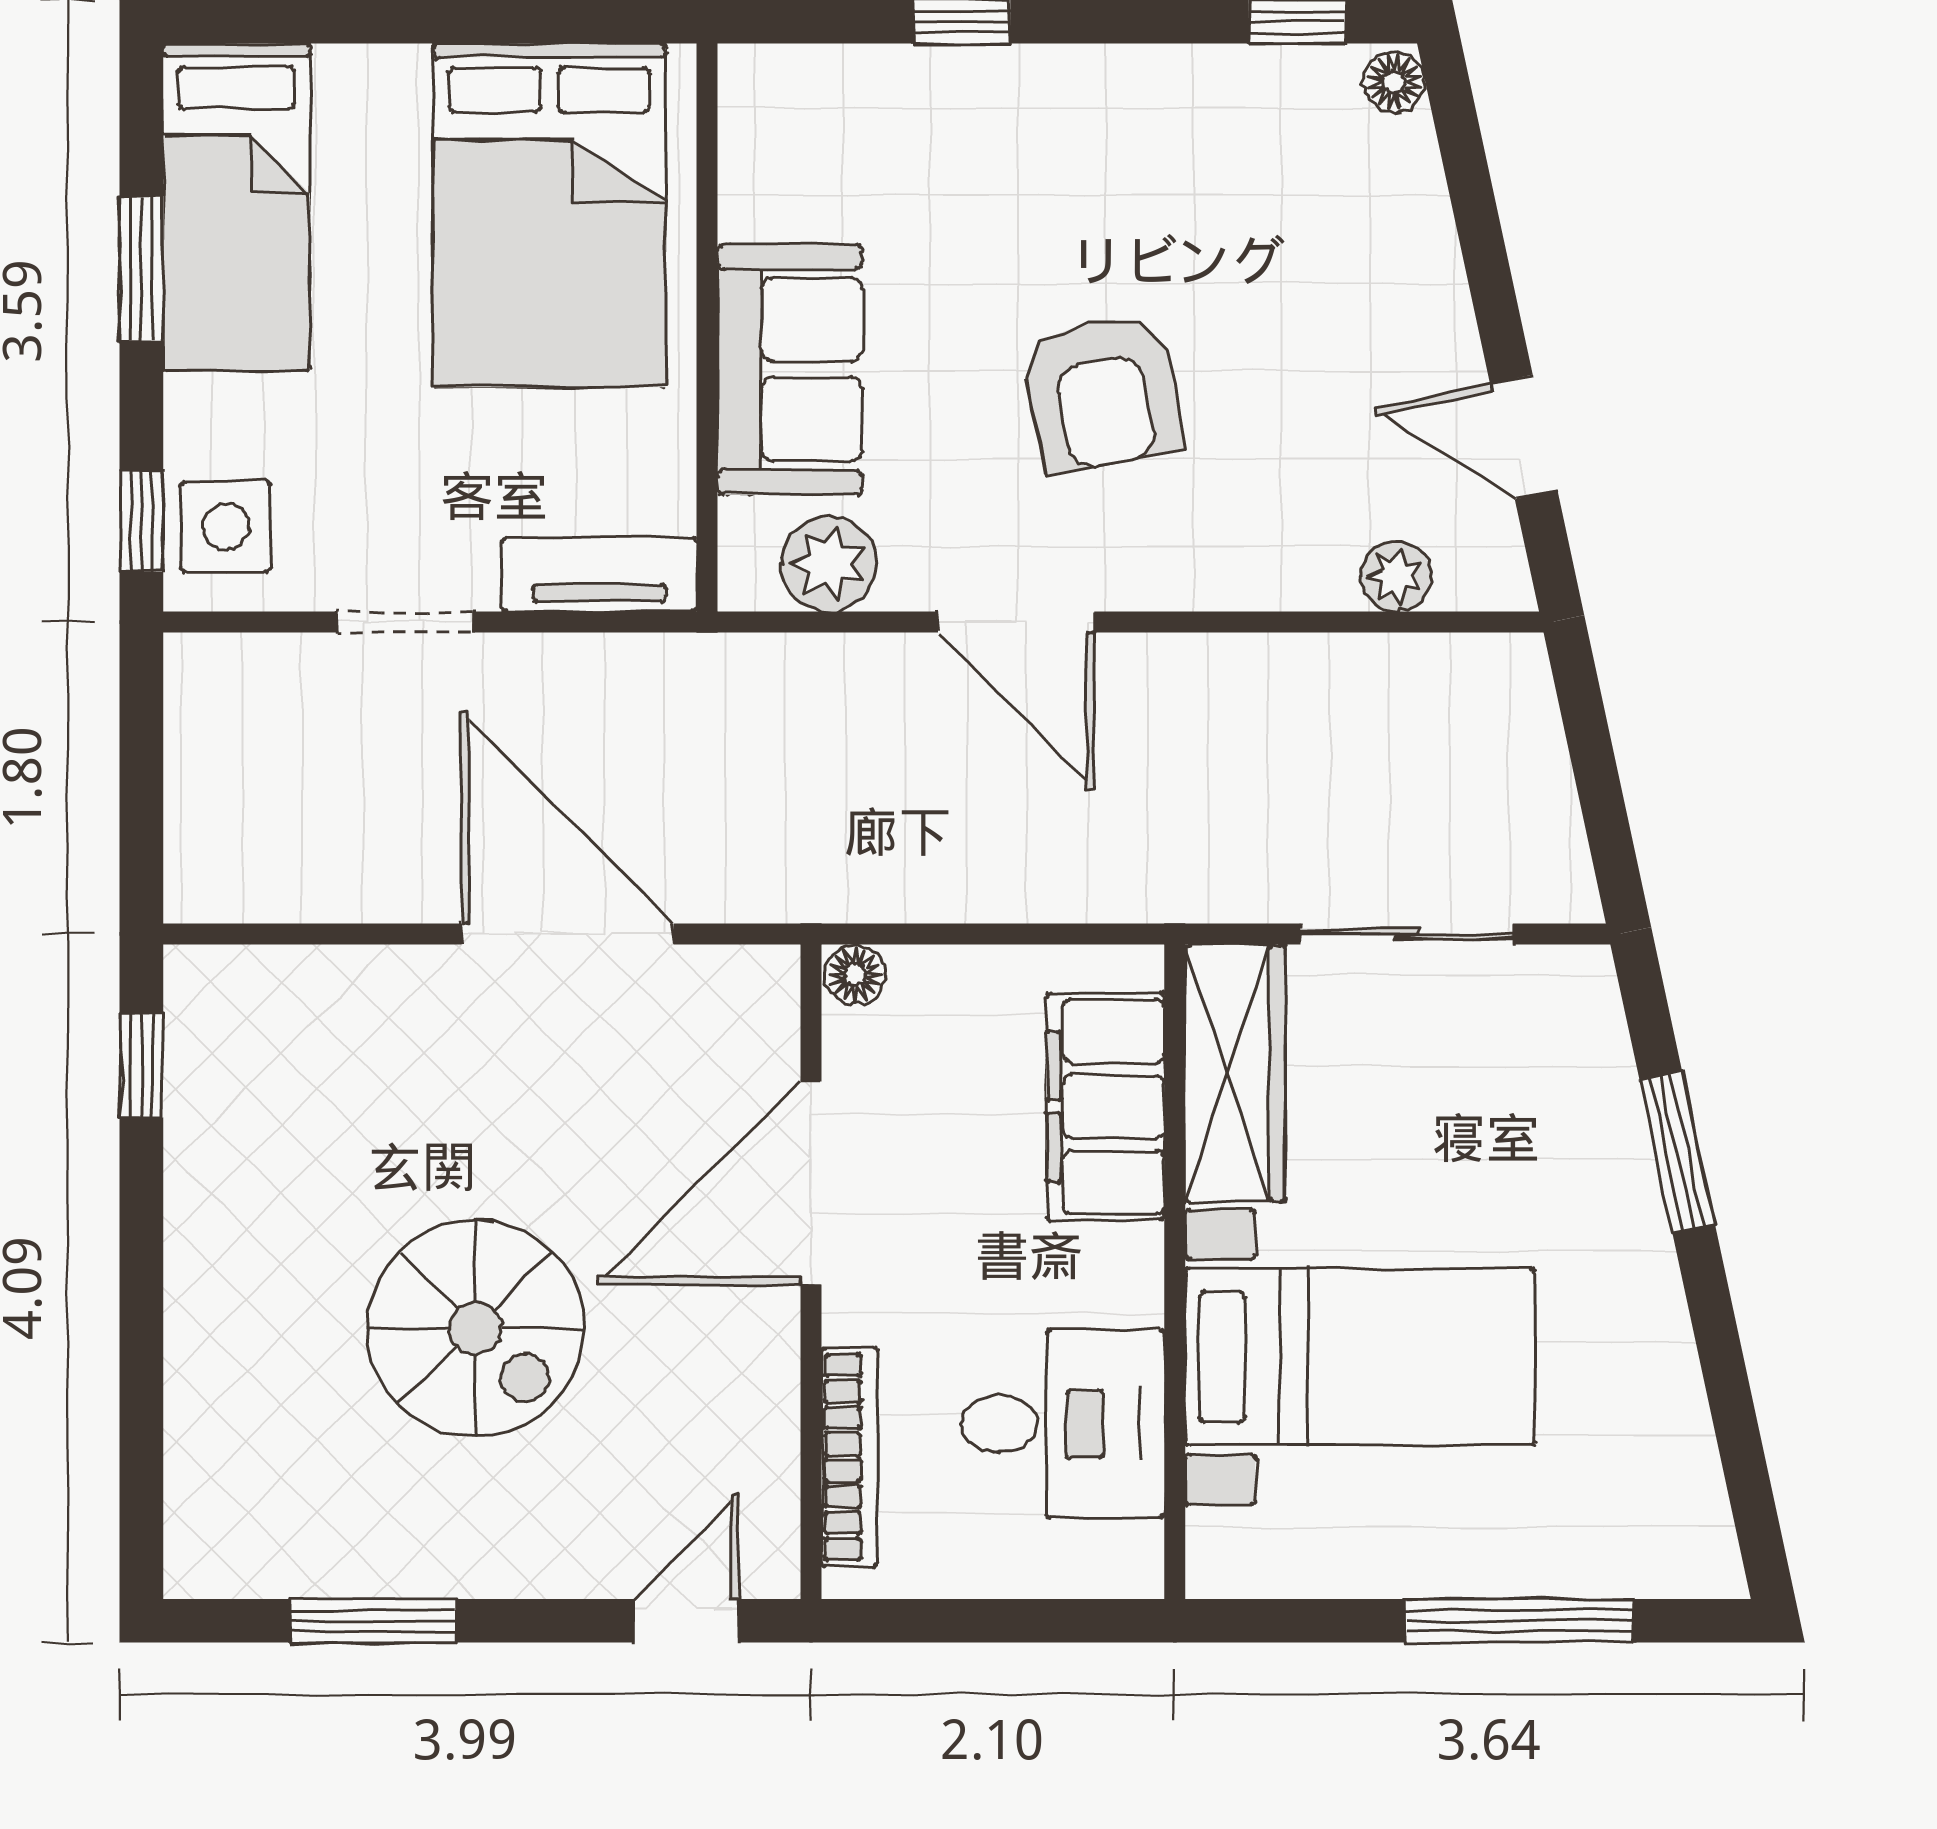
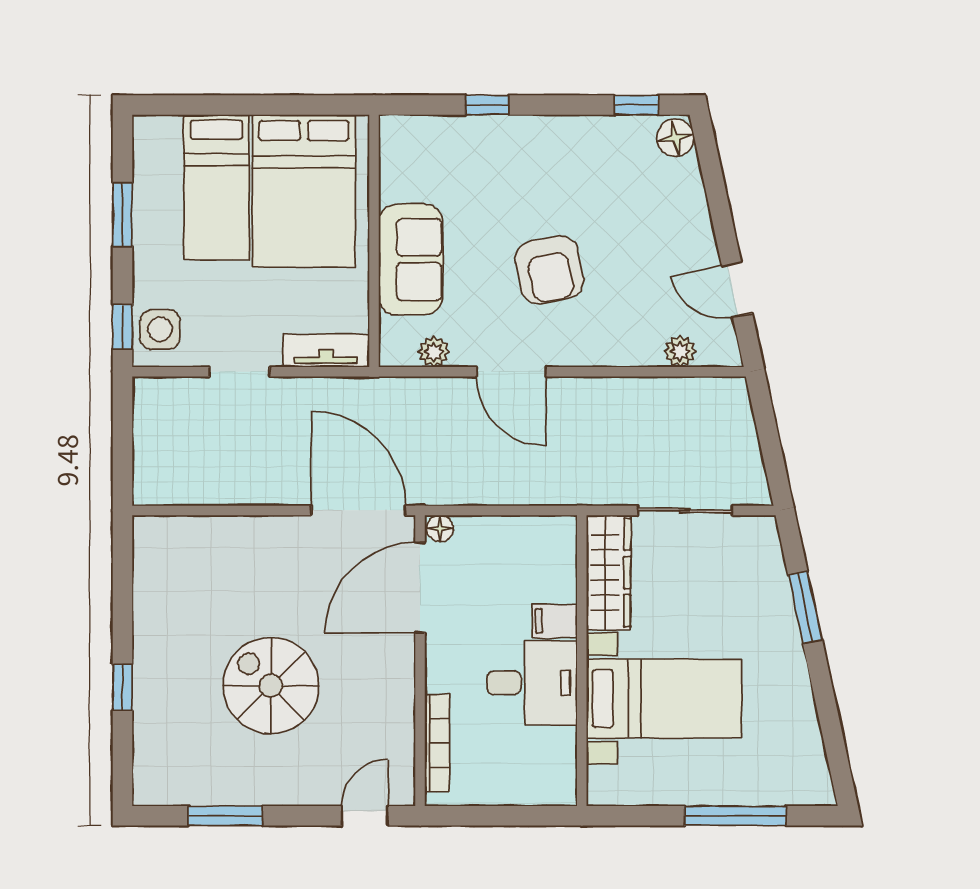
floor lamp: (1394, 82) -> (675, 138), width x1.37, depth x1.37
bed: (236, 207) -> (217, 187), moved
plant: (829, 564) -> (434, 352), width x0.73, depth x0.73
door: (567, 934) -> (358, 510), moved
window: (141, 1065) -> (122, 687), moved
filing cabinet: (1105, 1107) -> (555, 621), width x0.33, depth x0.86
door: (811, 1183) -> (420, 588), moved
spiral stairs: (475, 1328) -> (271, 686), turned 180
desk: (1063, 1424) -> (532, 683), moved

